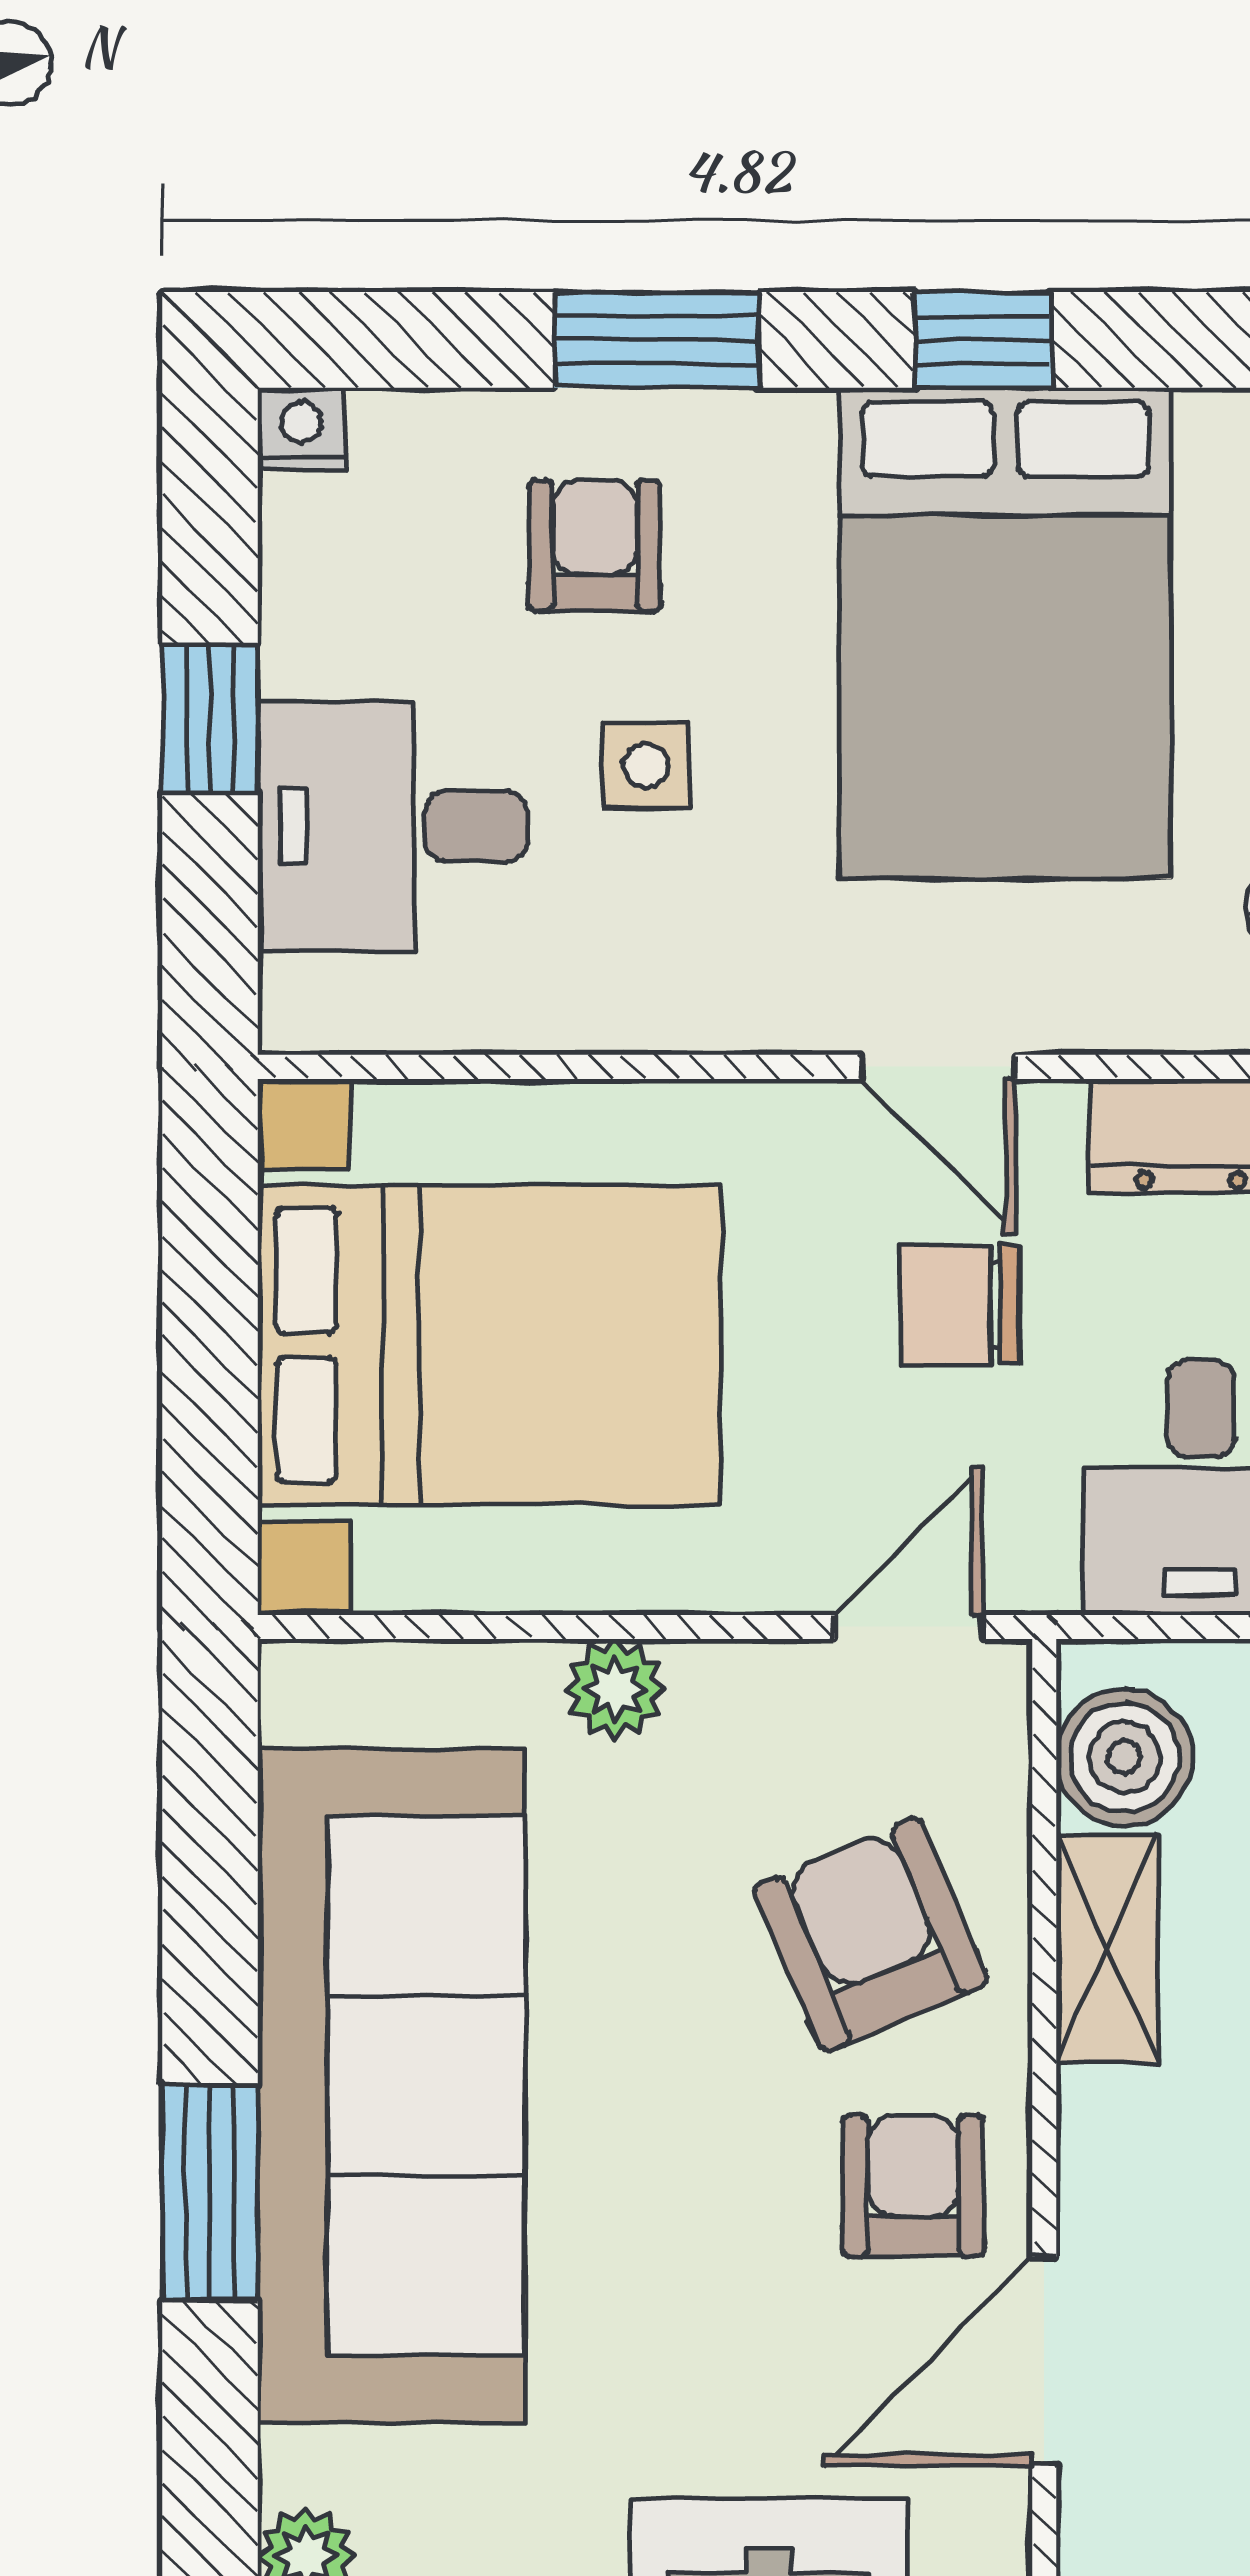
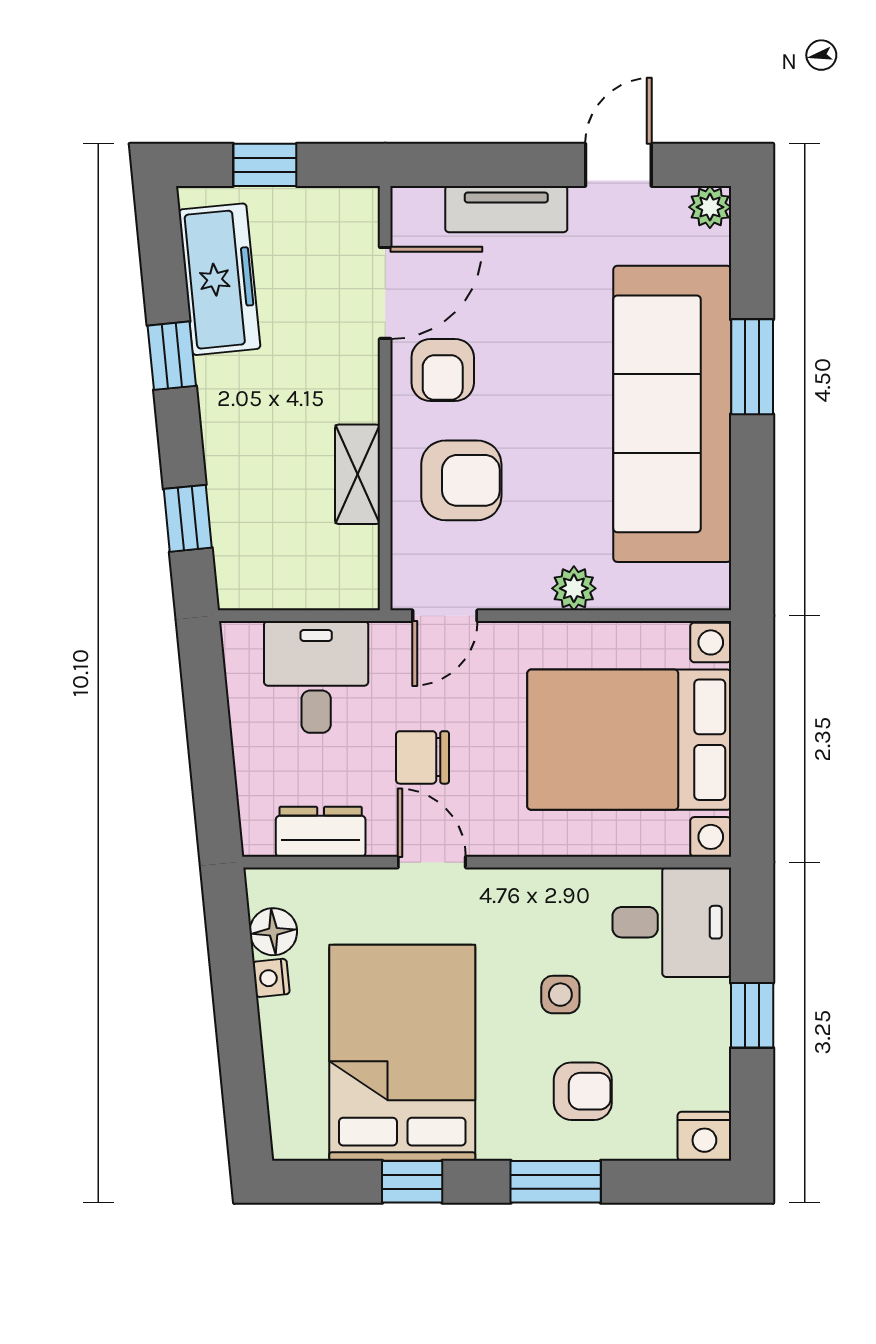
nightstand: (301, 429) -> (704, 1136), width x1.39, depth x1.35
armchair: (595, 546) -> (583, 1091), turned -90
desk: (392, 826) -> (672, 922), moved
chair: (959, 1305) -> (422, 757), turned 180
boiler: (1124, 1757) -> (350, 558), removed
armchair: (871, 1935) -> (461, 480), turned -67

